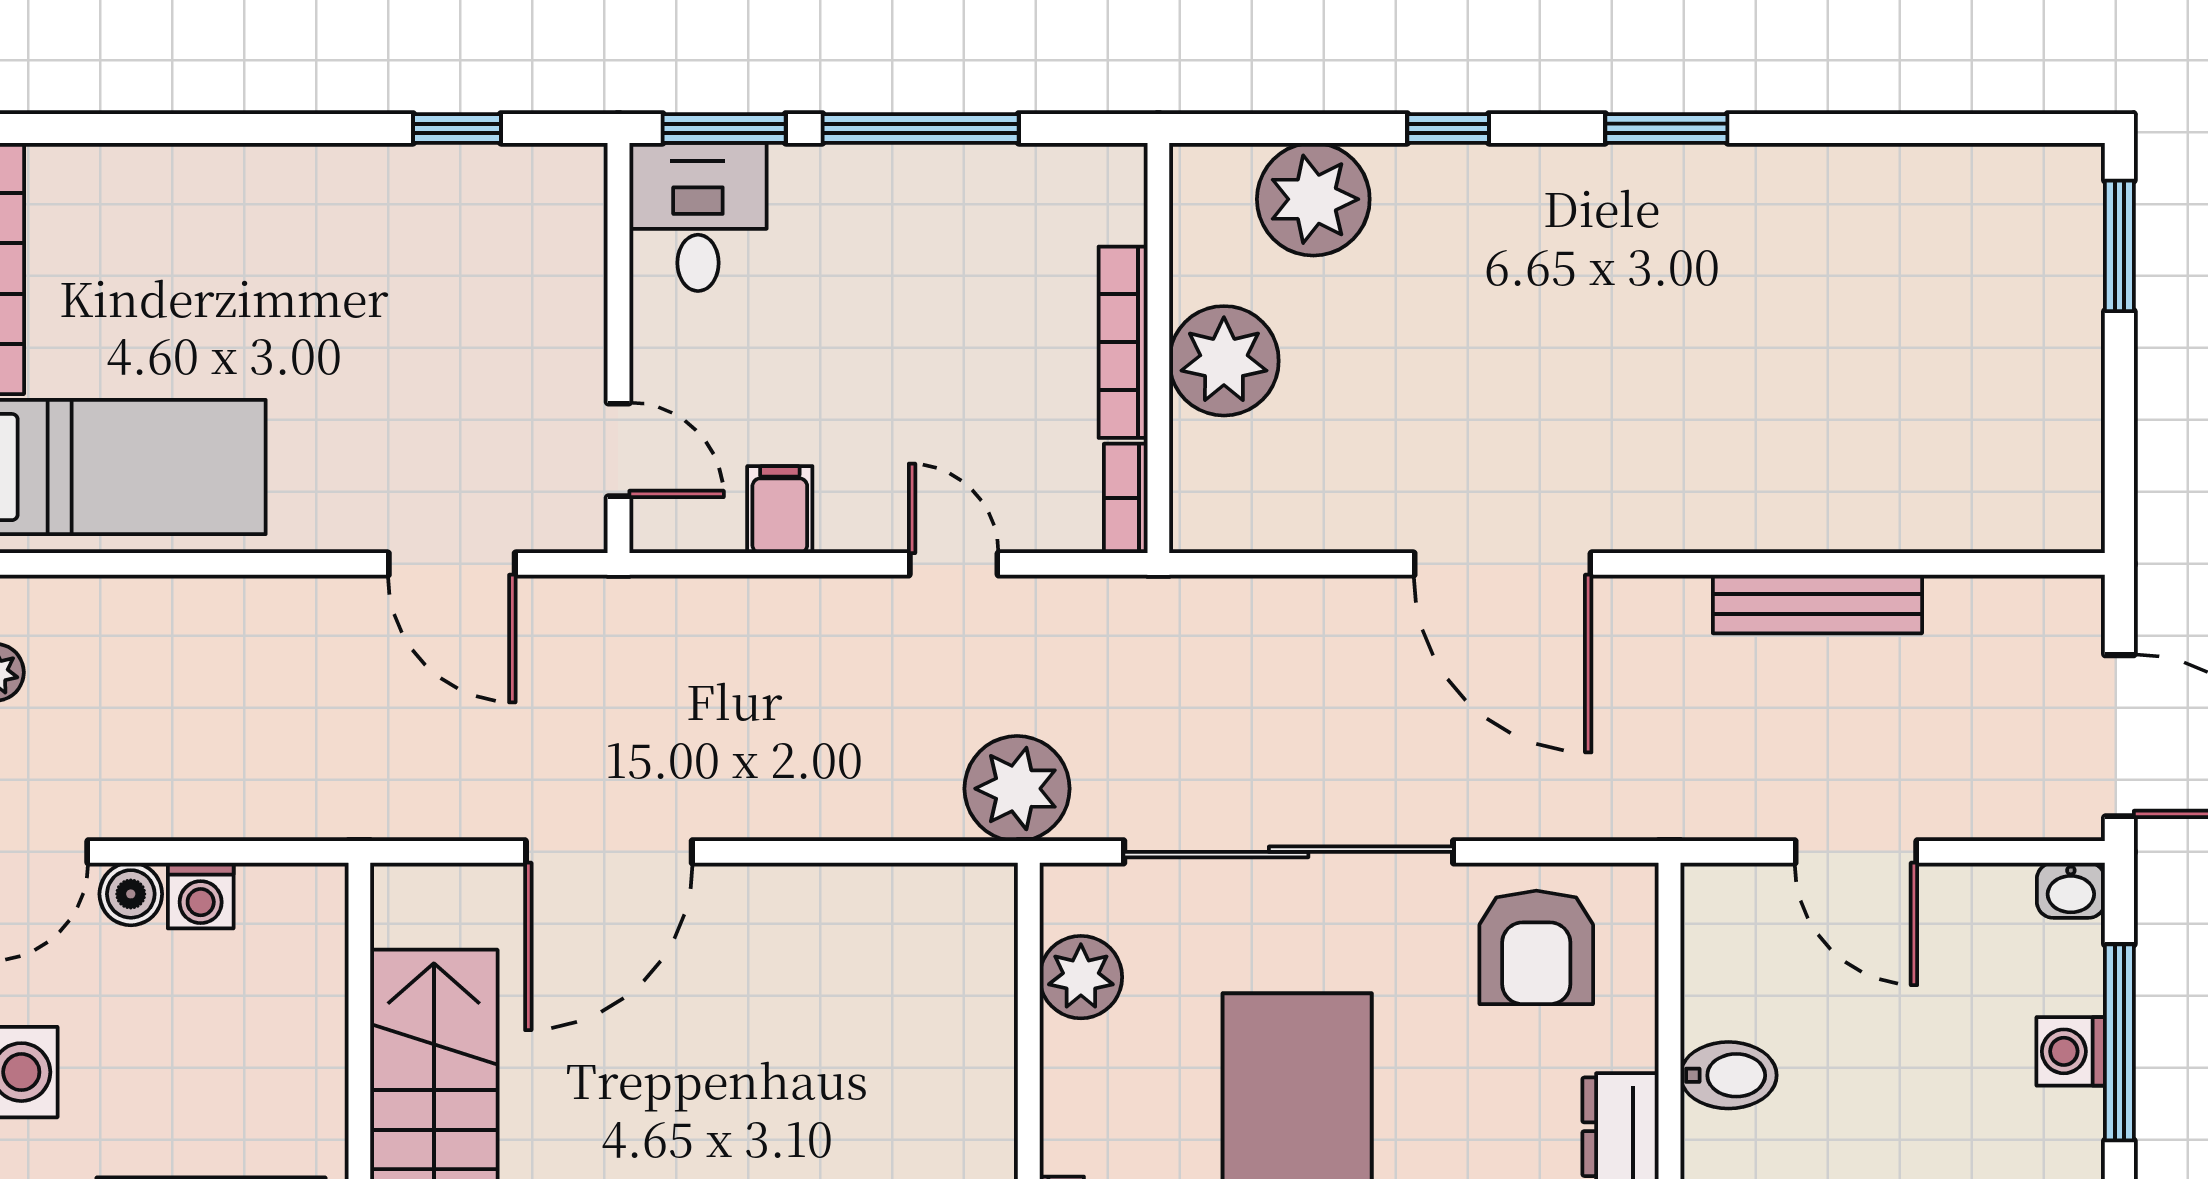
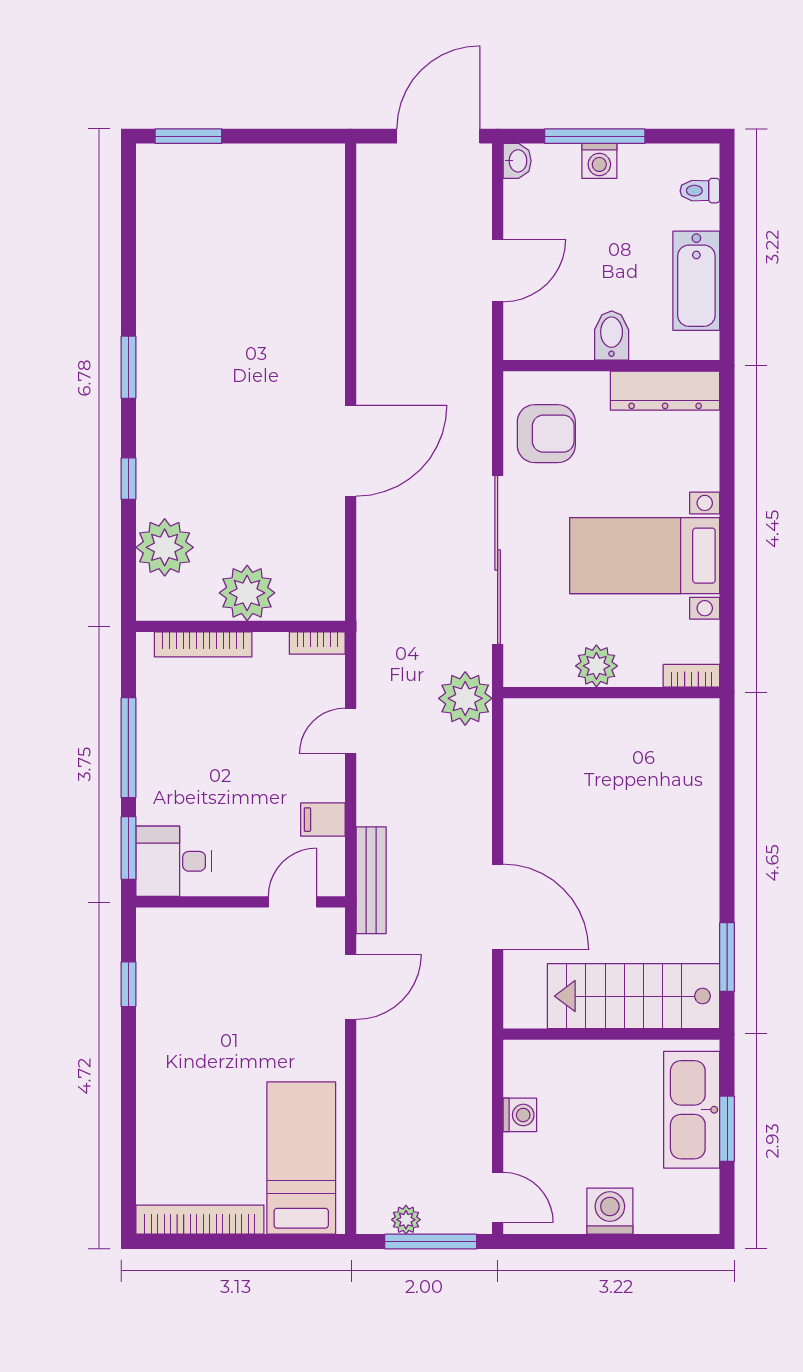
bookcase: (1123, 342) -> (203, 644), moved
bench: (1817, 604) -> (371, 880), moved
boiler: (131, 894) -> (519, 1151), removed
plant: (1081, 977) -> (596, 666), moved

